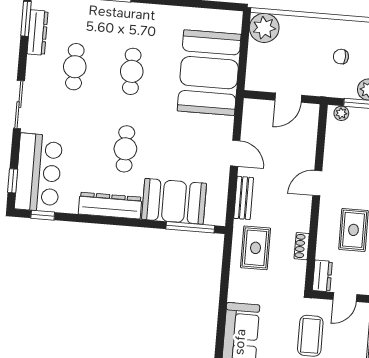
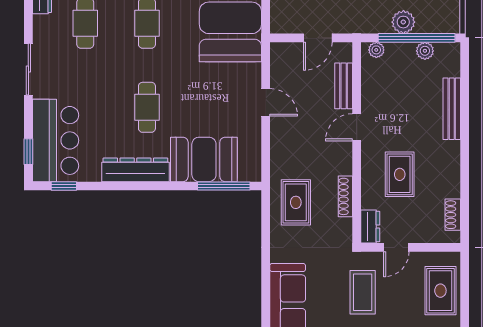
bench: (244, 198) -> (344, 86), moved
shoe rack: (302, 246) -> (345, 196), width x1.43

